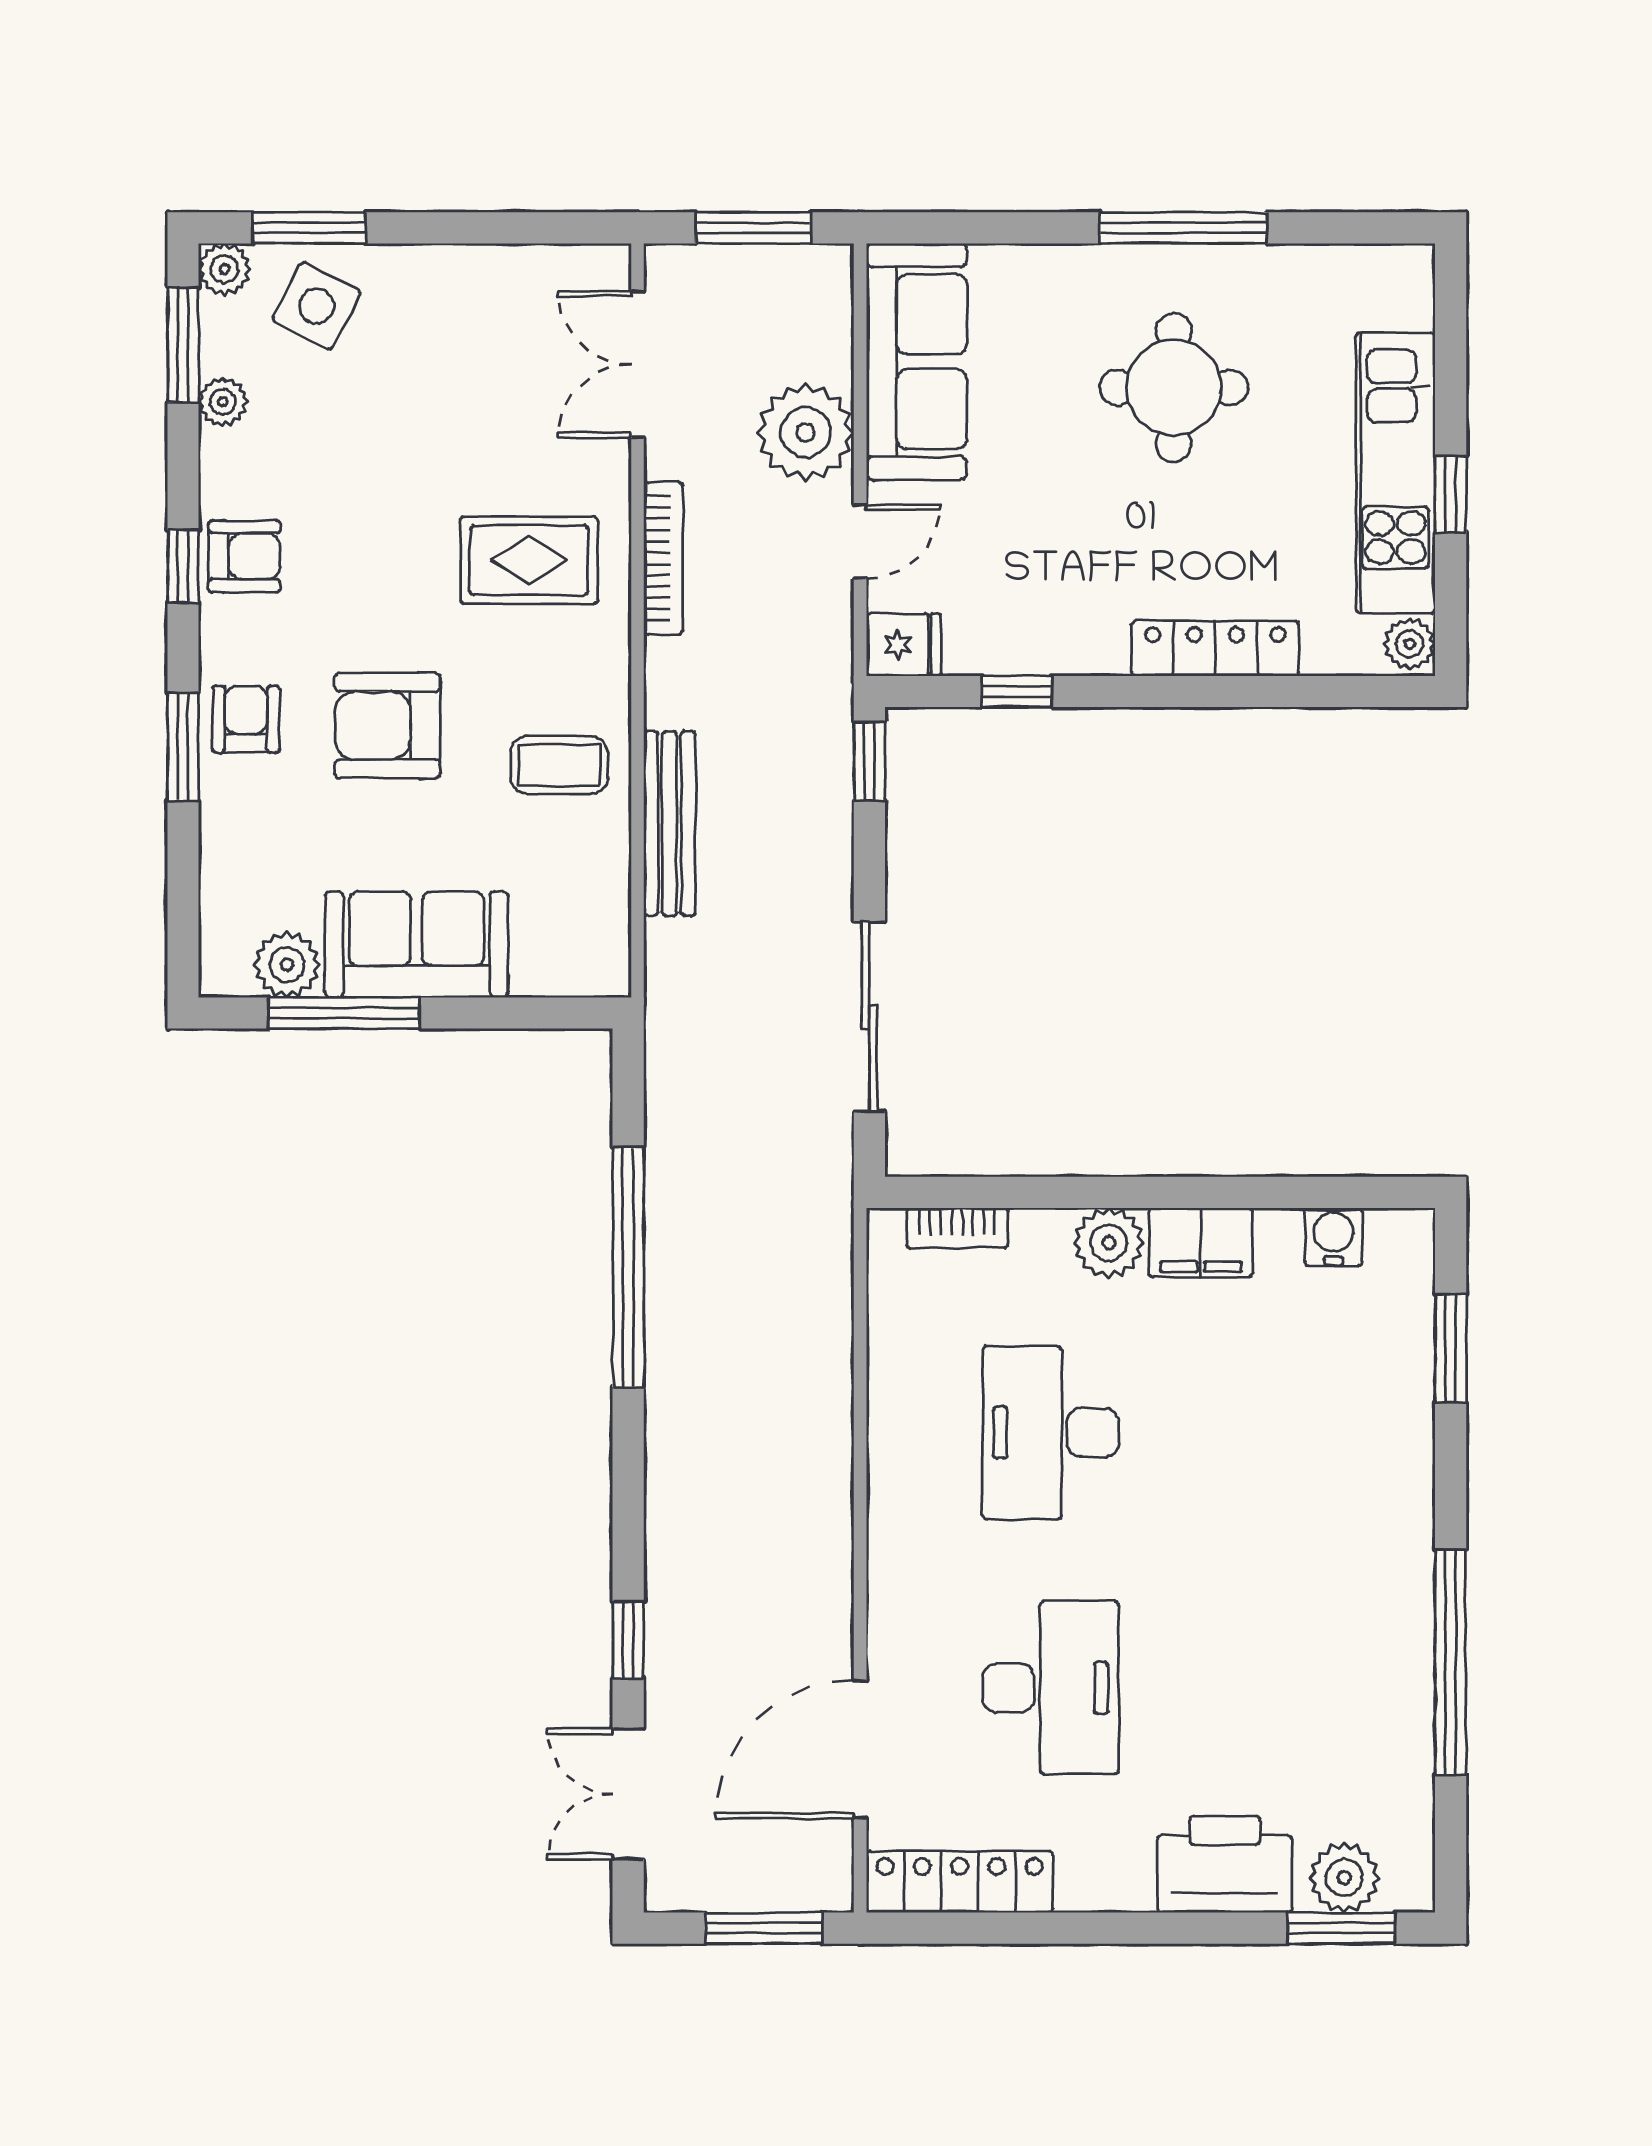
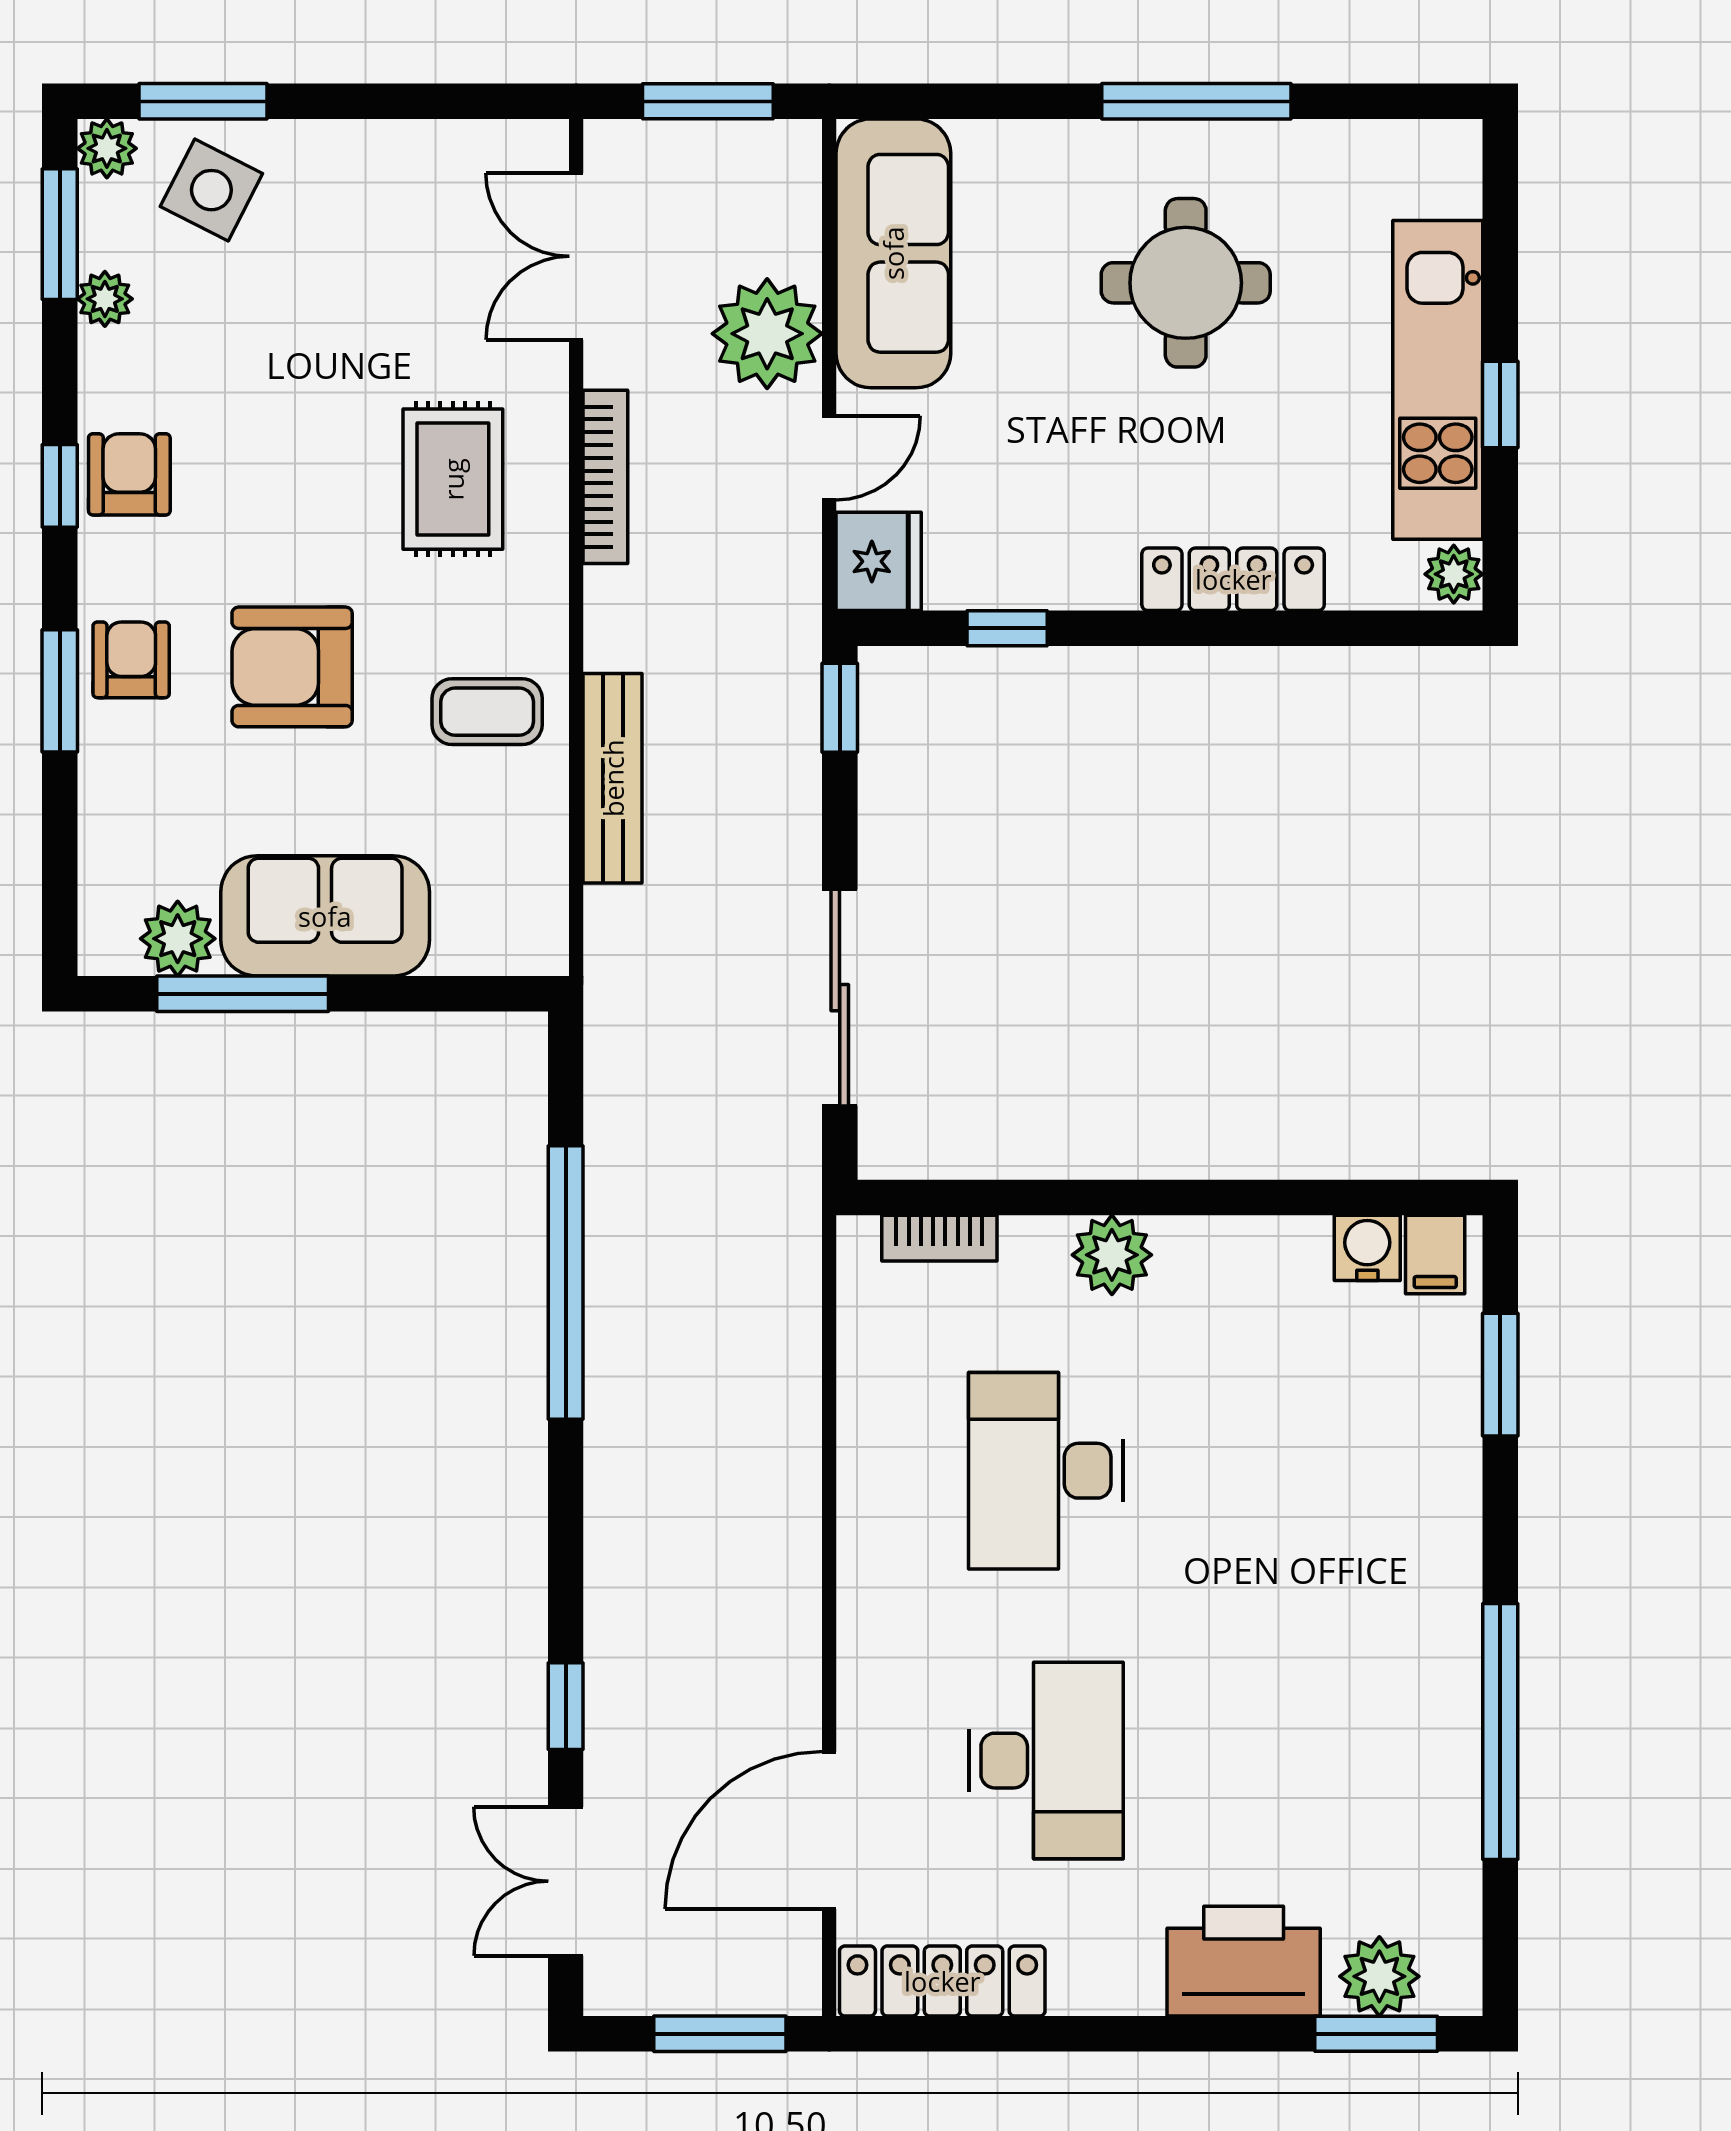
armchair: (244, 556) -> (129, 474), turned -90
rug: (529, 560) -> (453, 479), turned 90
fridge: (904, 645) -> (879, 561), width x1.38
filing cabinet: (1201, 1242) -> (1435, 1254), moved, width x0.50

